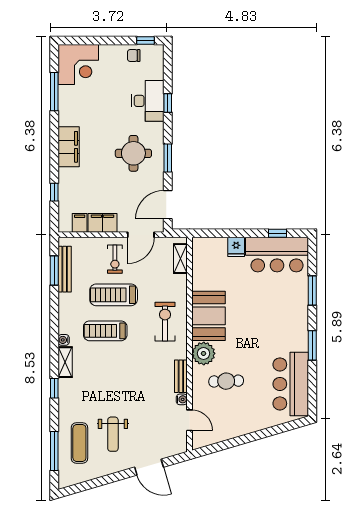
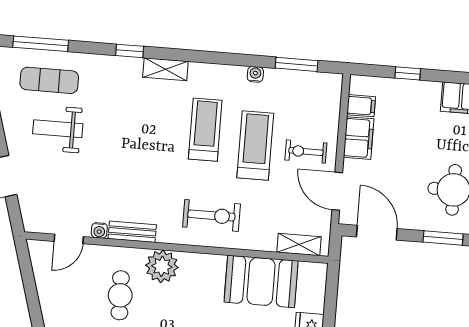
bench: (65, 269) -> (297, 79), removed
booth: (209, 316) -> (261, 281), moved
water cooler: (64, 340) -> (255, 74), moved

